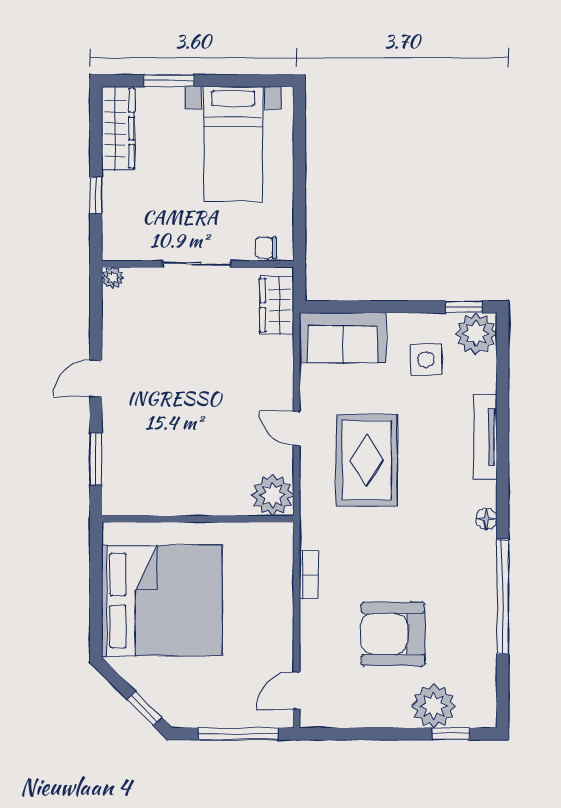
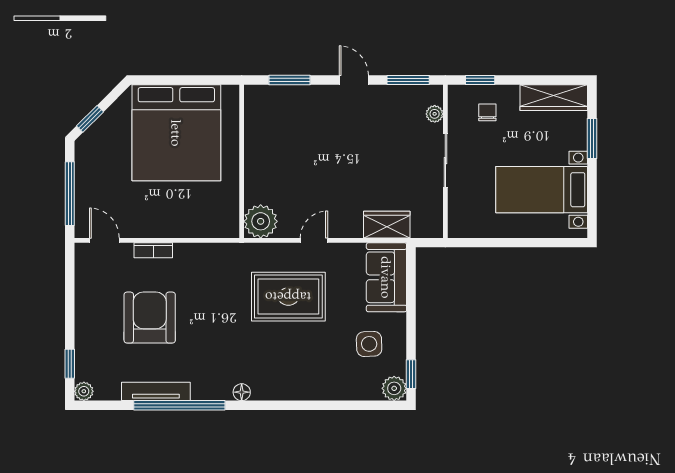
window: (96, 195) -> (480, 80), moved
chair: (266, 248) -> (487, 112), moved
plant: (112, 278) -> (435, 114), moved
wardrobe: (277, 305) -> (387, 225), moved
window: (96, 311) -> (408, 80), added
plant: (476, 334) -> (394, 388), width x0.73, depth x0.73
tv unit: (485, 437) -> (156, 391), moved
bookcase: (309, 575) -> (153, 250), moved
plant: (434, 706) -> (84, 391), moved, width x0.53, depth x0.53

